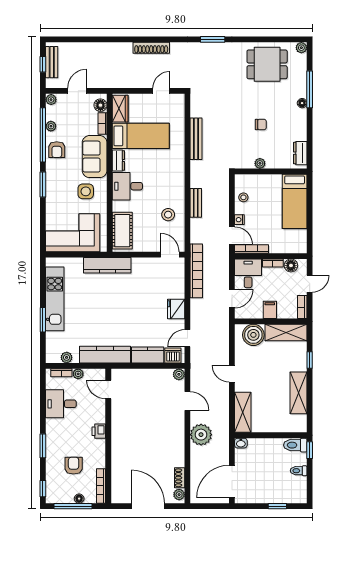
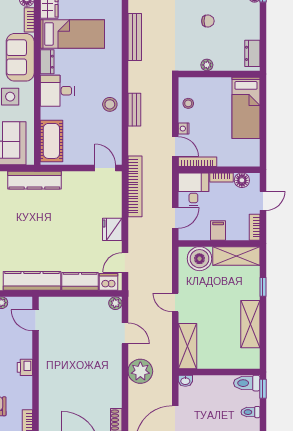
stool: (168, 215) -> (110, 104), moved

